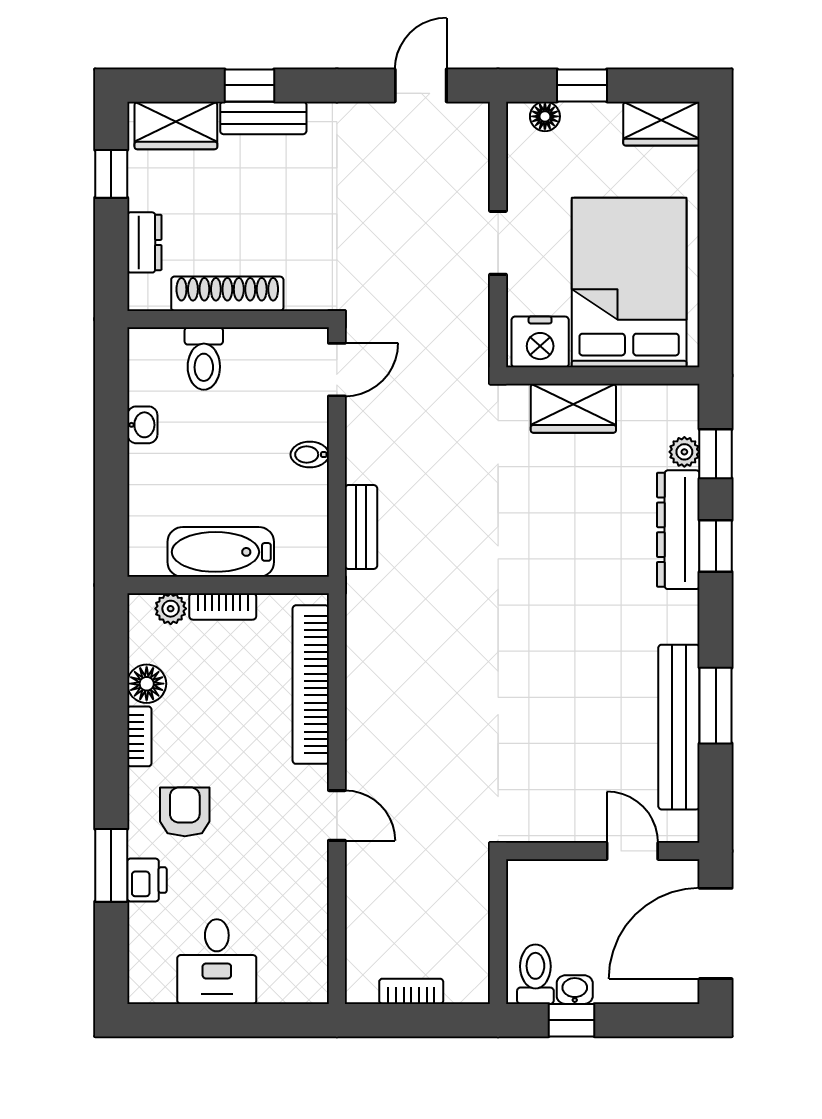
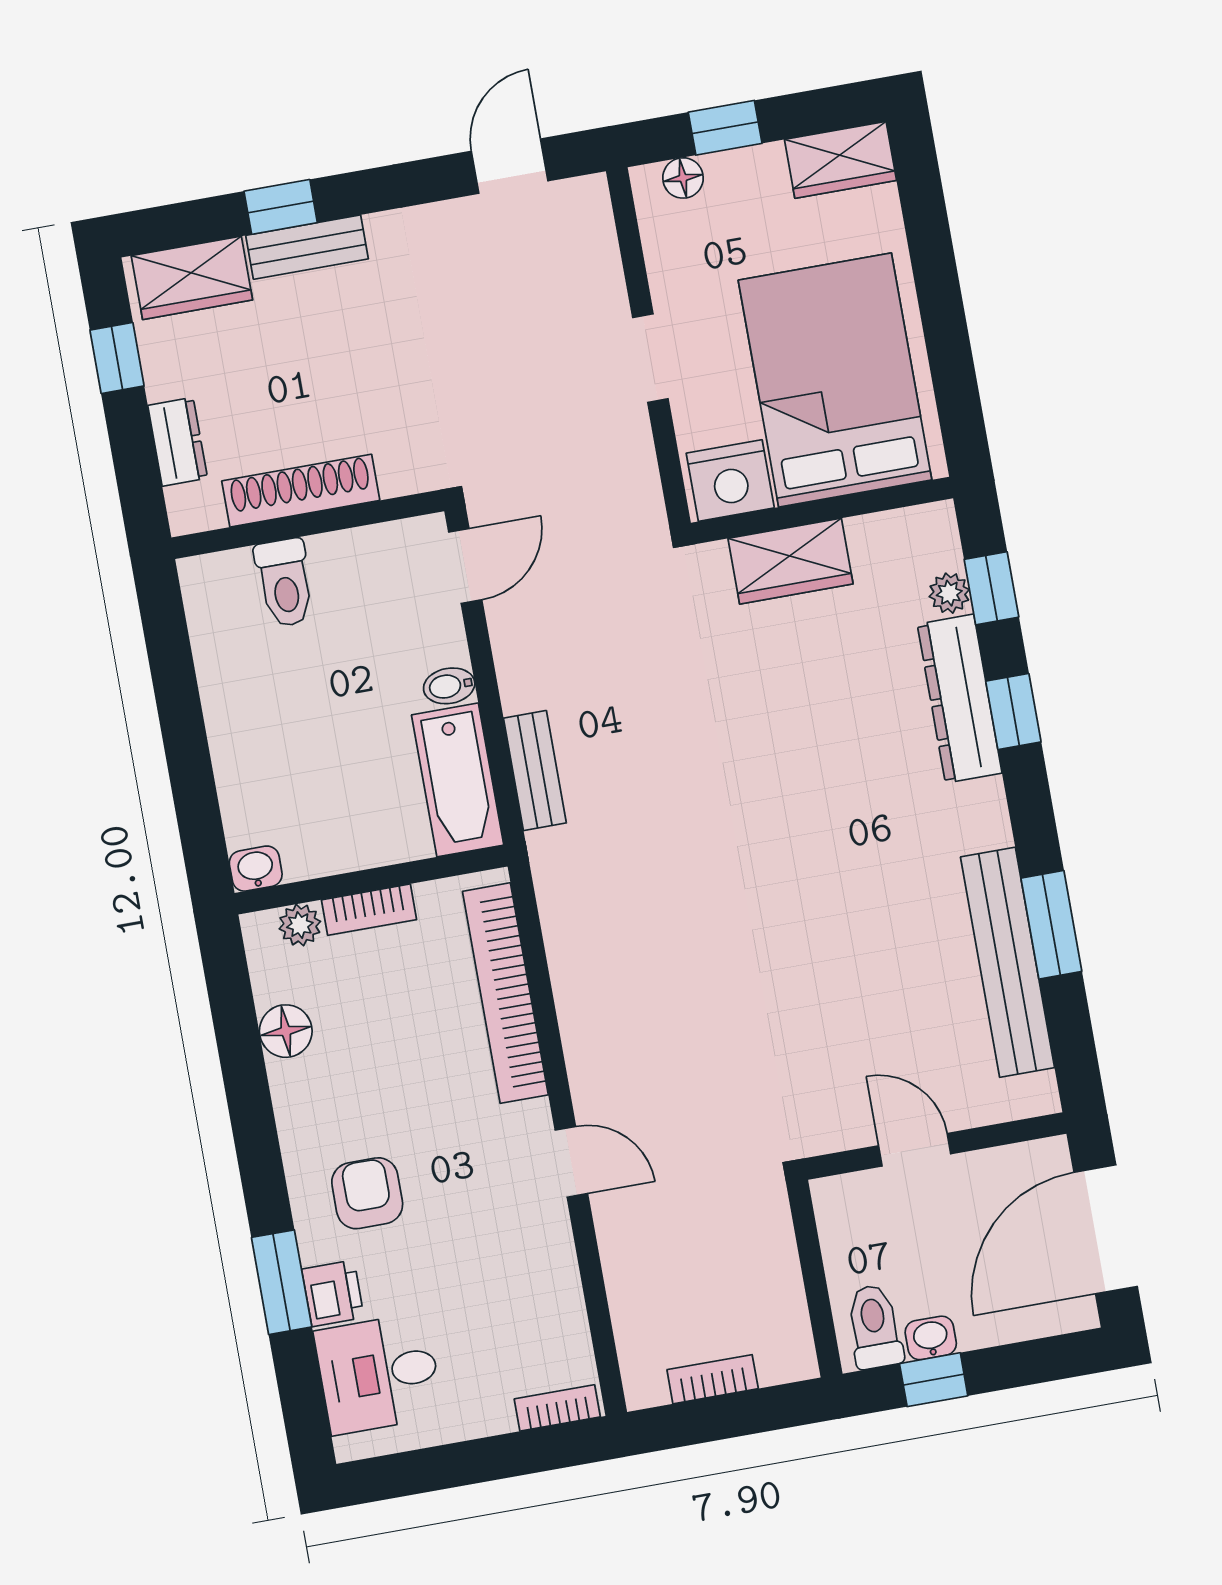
washbasin: (142, 425) -> (256, 869), moved, turned -90
bathtub: (221, 552) -> (458, 780), moved, turned -90
bookcase: (139, 736) -> (557, 1408), moved, turned -90
door: (632, 851) -> (915, 1150), moved
desk: (217, 962) -> (379, 1374), moved, turned 90

